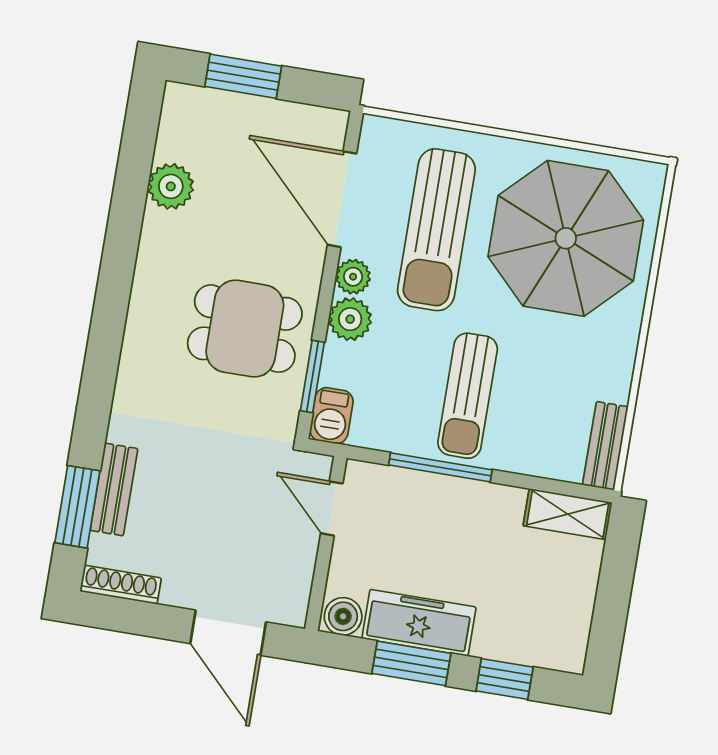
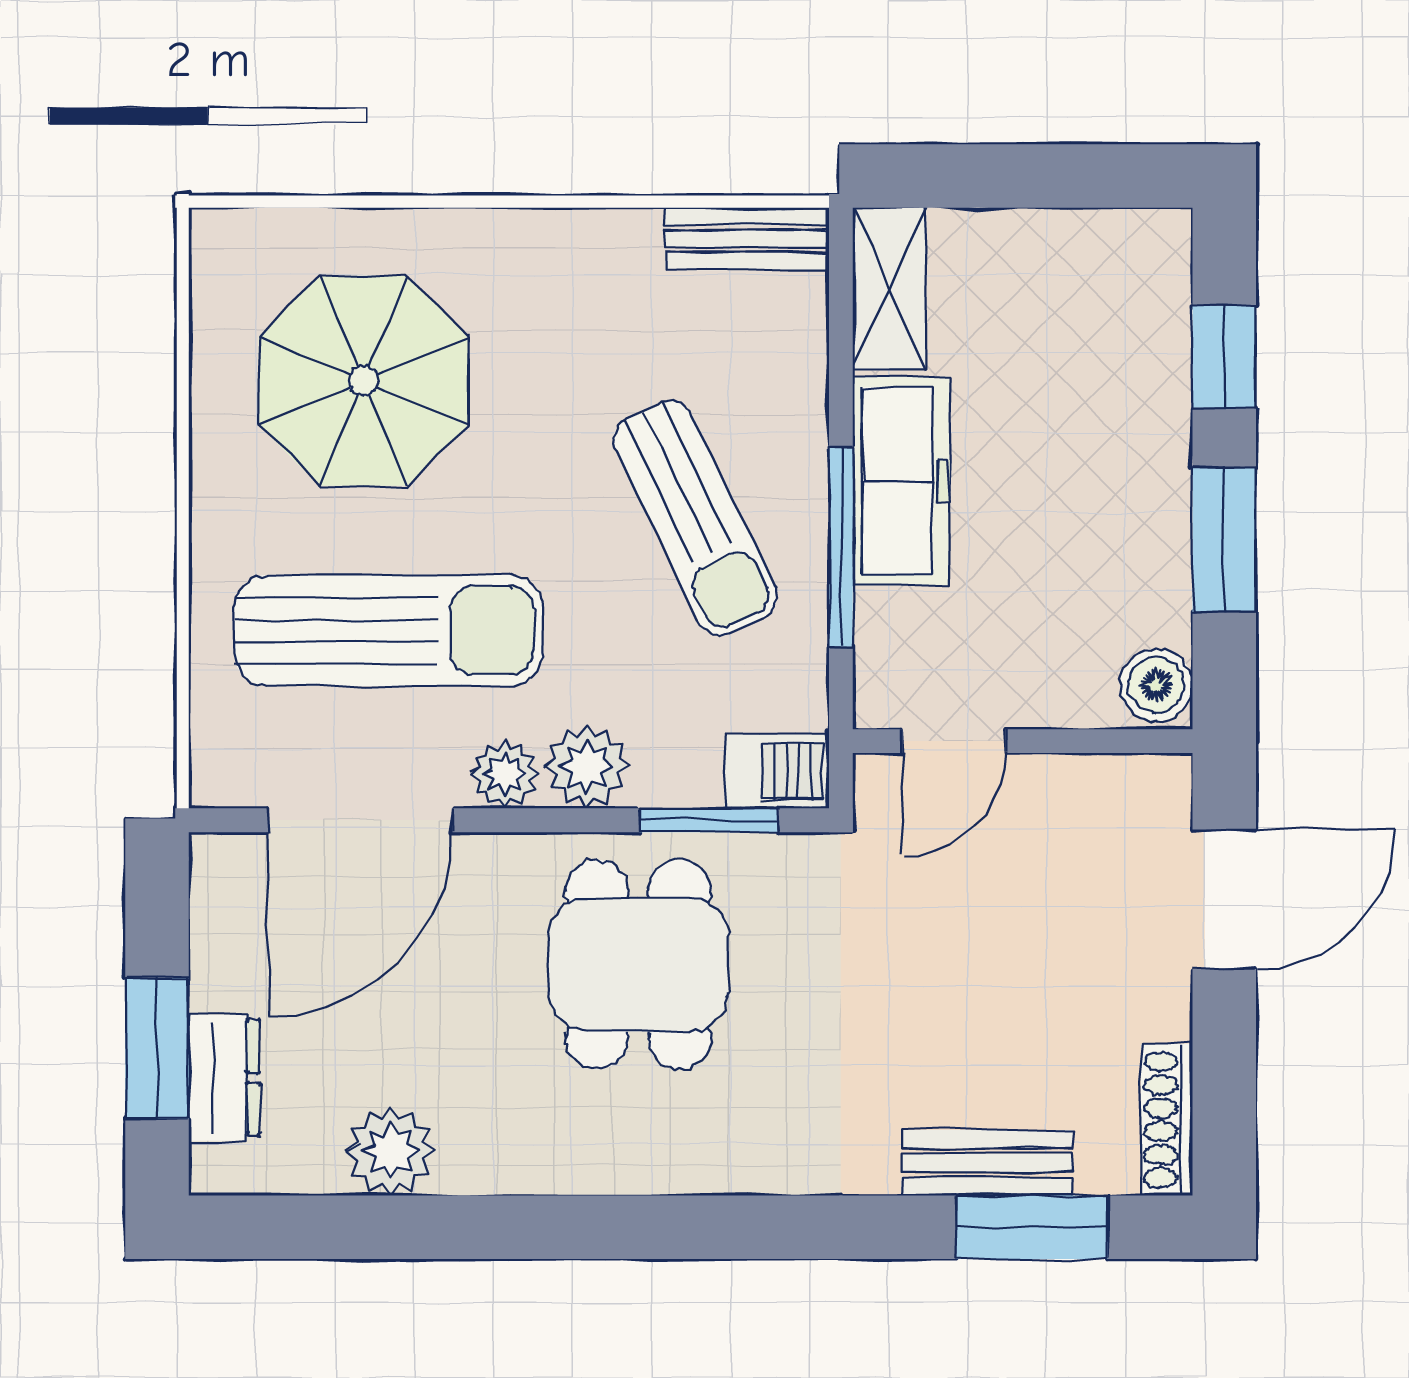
dresser: (222, 108) -> (224, 1078), added
parasol: (566, 238) -> (363, 381), width x0.73, depth x0.73
sun lounger: (468, 396) -> (695, 518), turned 64
freezer: (419, 623) -> (901, 481), moved, turned 180

